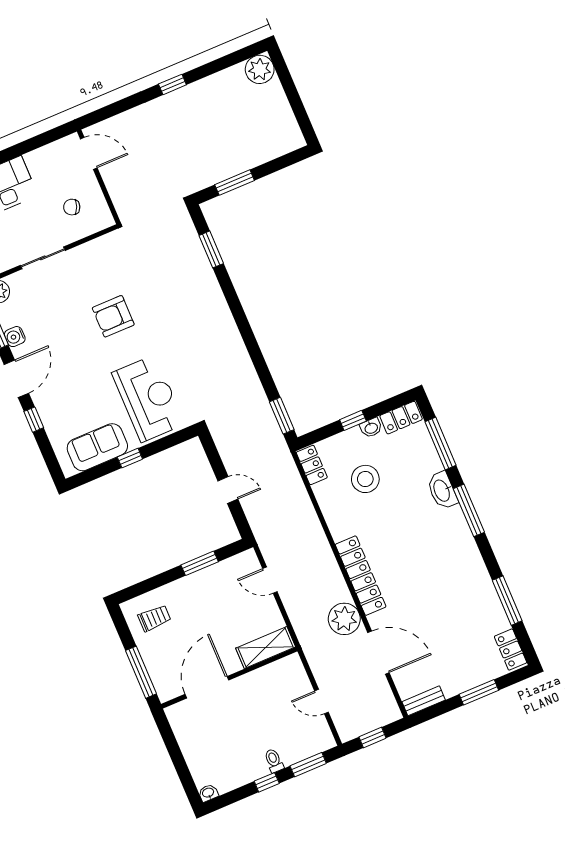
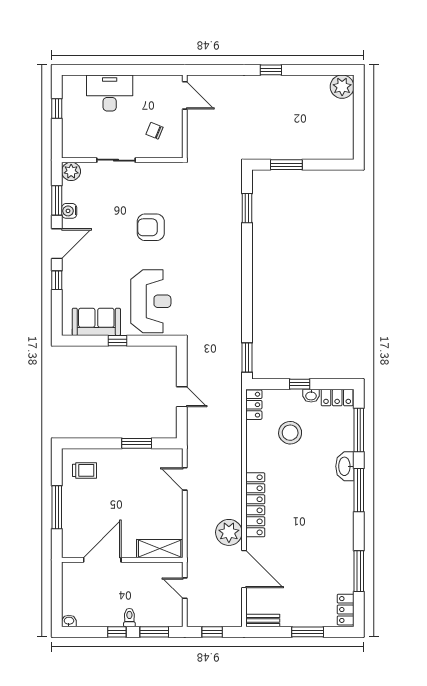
shelving: (266, 648) -> (160, 549), moved
wall: (229, 678) -> (122, 560), moved
door: (207, 687) -> (102, 560), moved

